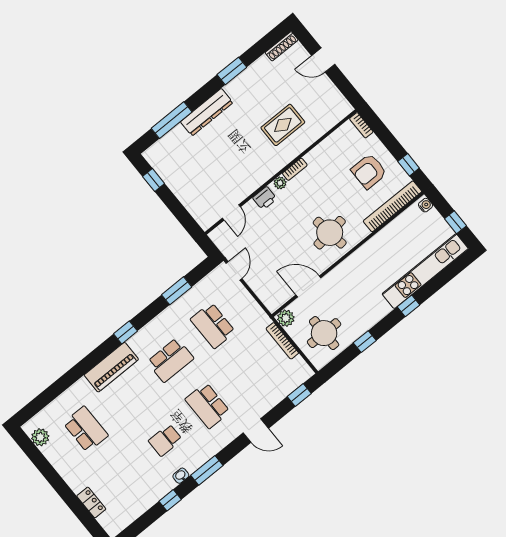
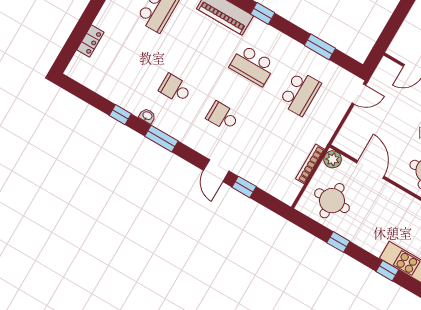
school desk: (213, 326) -> (300, 93), turned 180
window: (299, 395) -> (244, 187), moved
school desk: (208, 406) -> (223, 116), width x0.54

